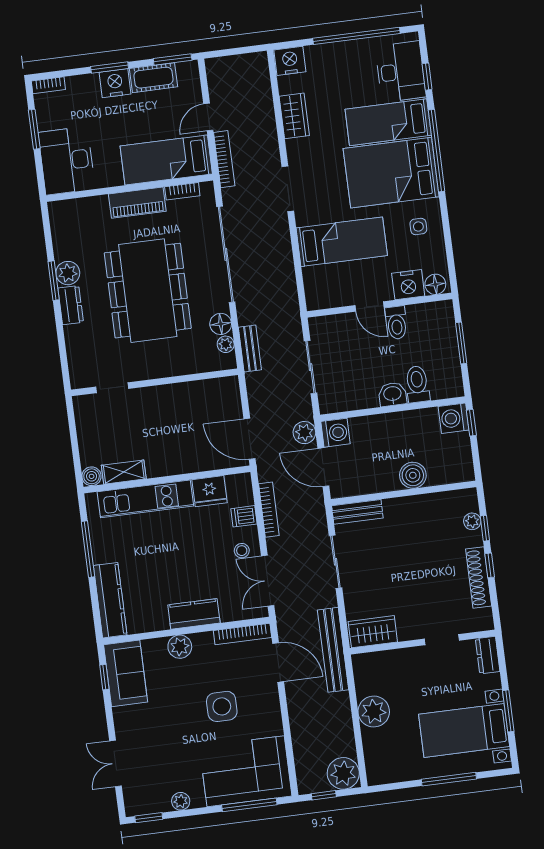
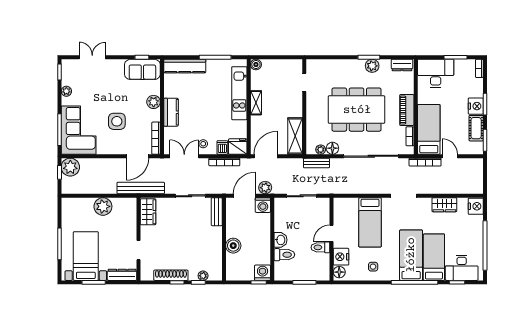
bed: (391, 173) -> (411, 255), width x0.67
dresser: (71, 305) -> (402, 65), moved
shelving: (208, 392) -> (295, 136), added
shelving: (124, 472) -> (256, 103), moved
fridge: (210, 491) -> (238, 147), moved, turned 90
dresser: (488, 655) -> (122, 275), width x1.44
plant: (343, 773) -> (70, 167), moved

